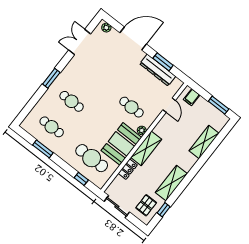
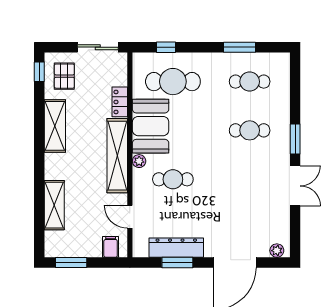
double door: (80, 42) -> (295, 186), moved
shelving: (146, 148) -> (117, 156), width x1.47
window: (164, 210) -> (39, 72), moved

